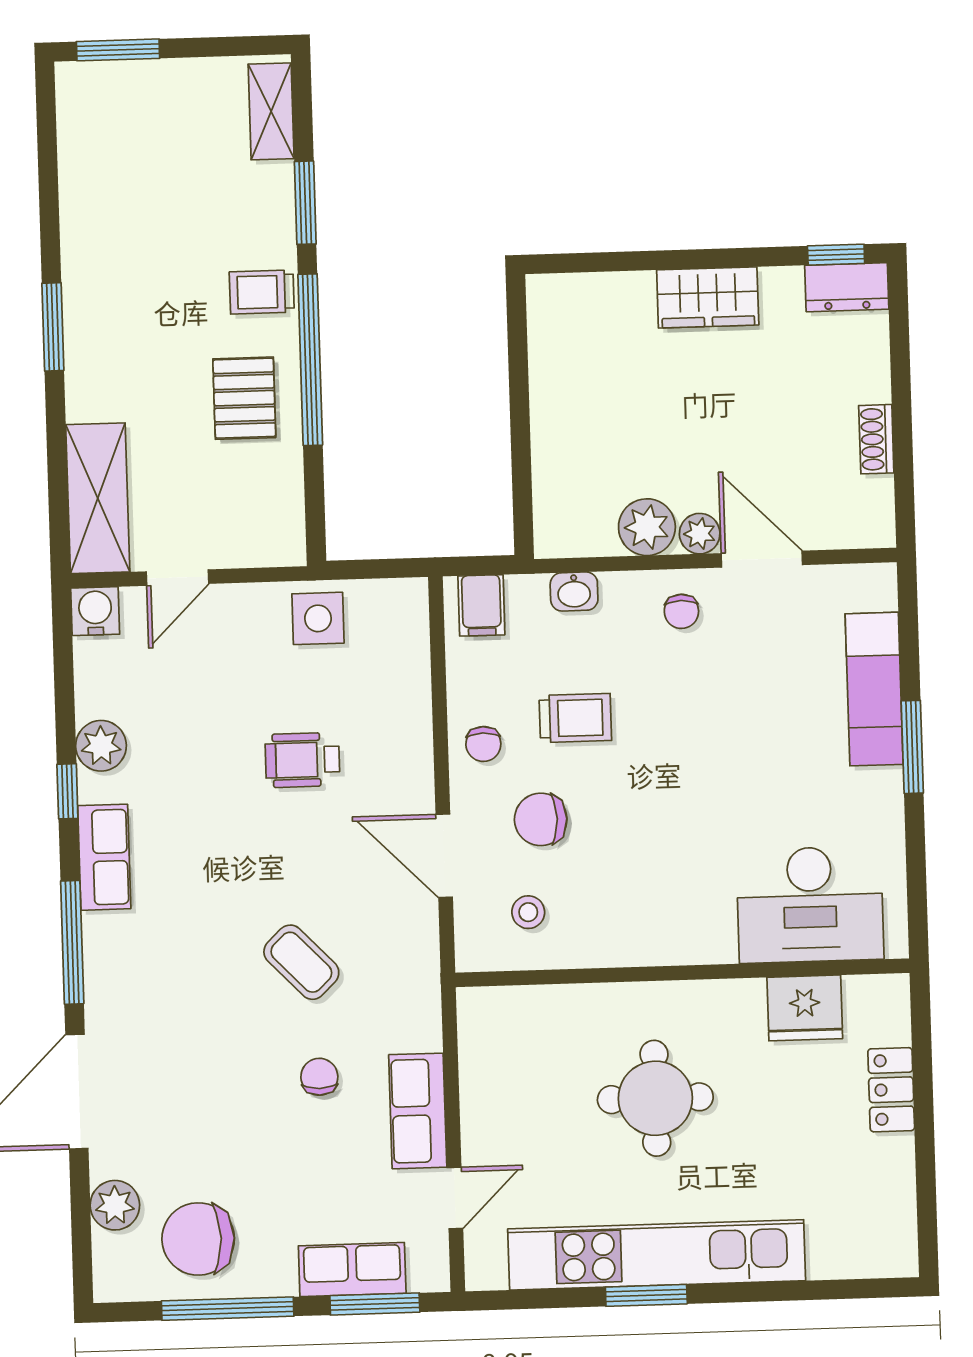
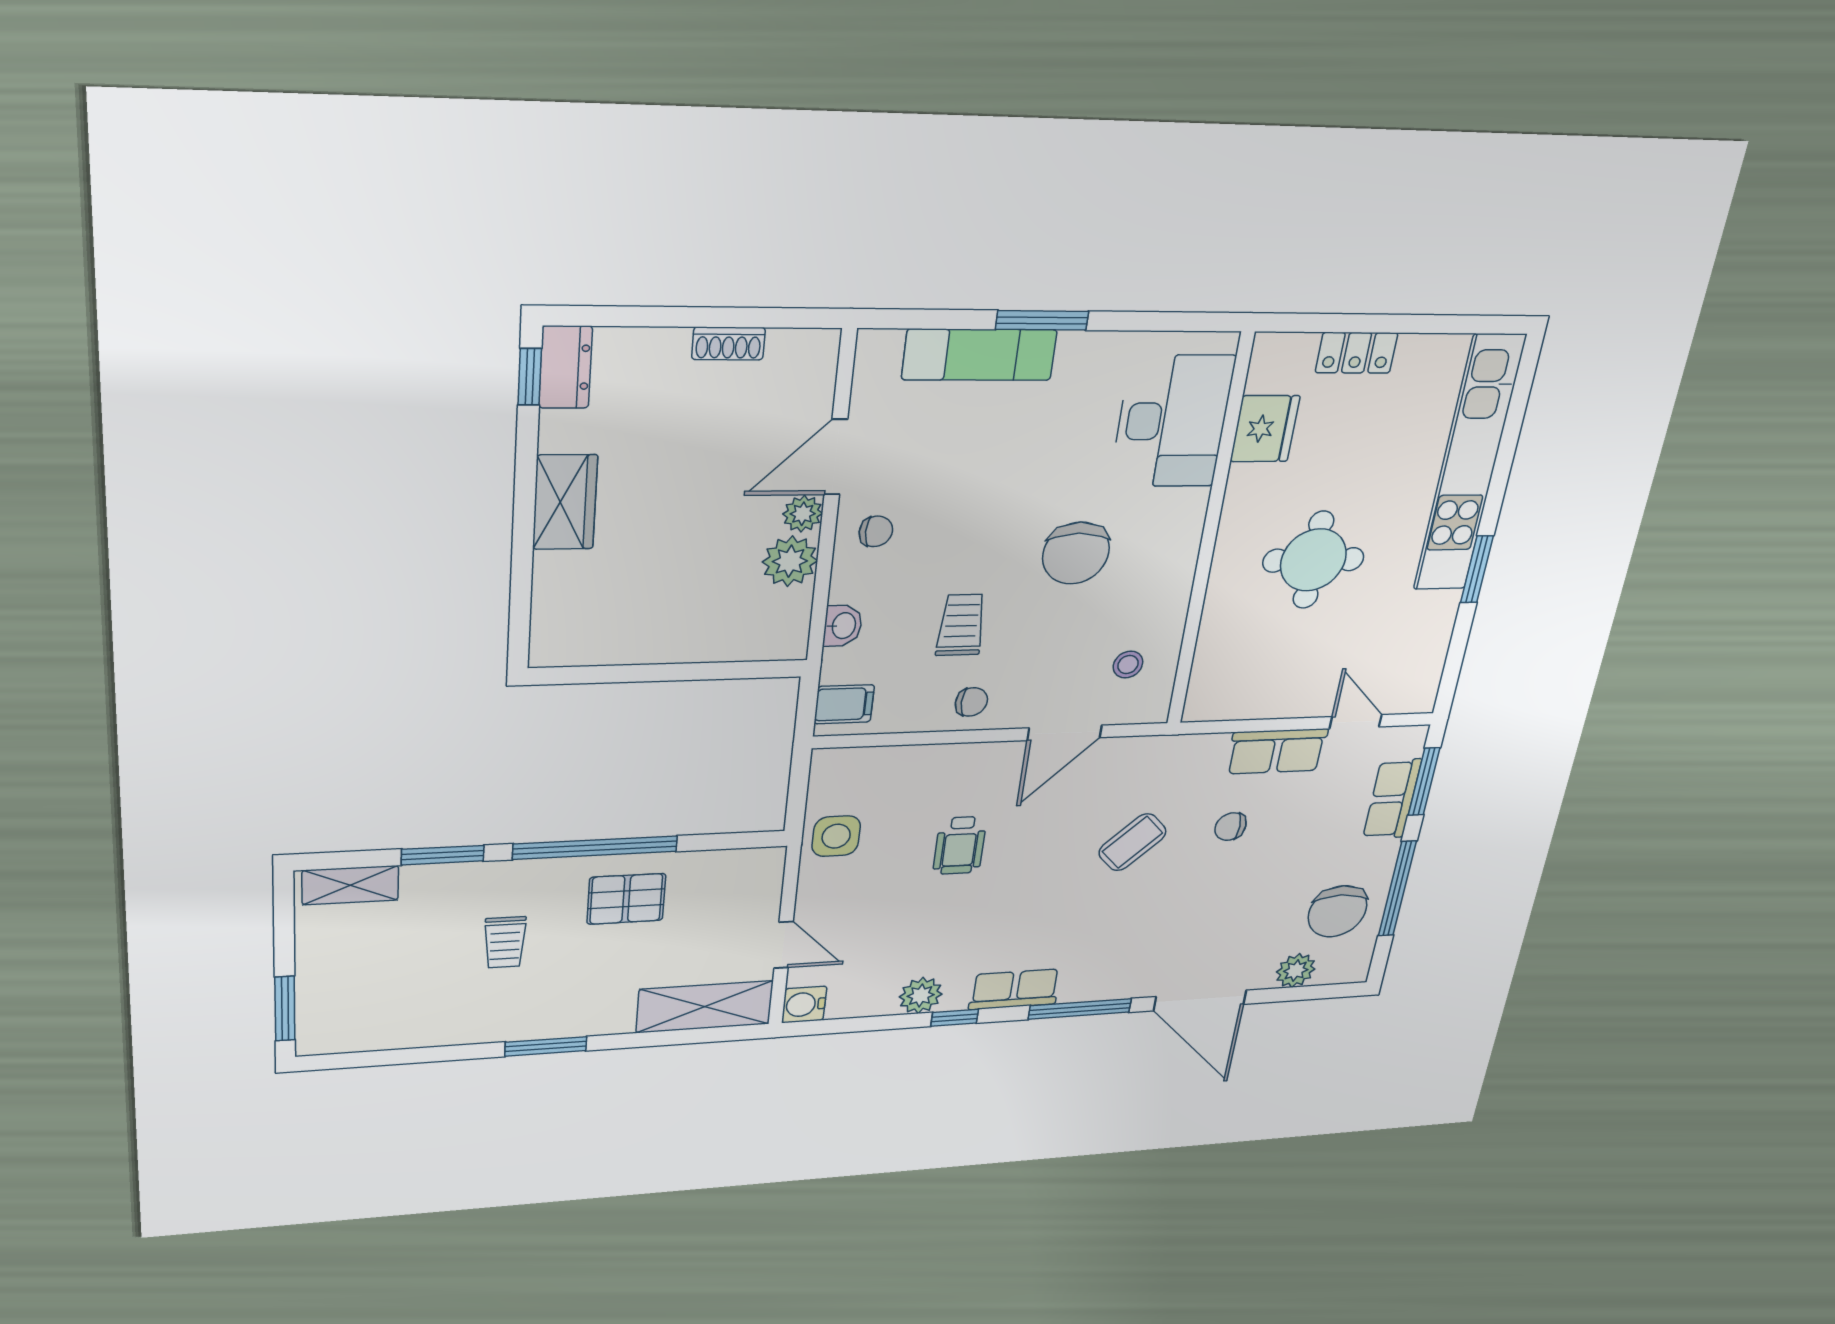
trolley: (262, 292) -> (505, 942), moved
chair: (541, 819) -> (1076, 553), moved, width x1.37, depth x1.37
kitchen unit: (657, 1255) -> (1469, 465), moved

